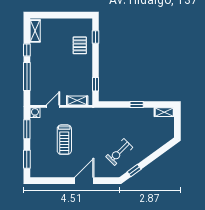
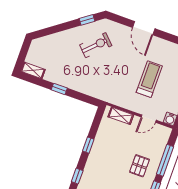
pallet: (80, 45) -> (139, 166), moved
window: (96, 84) -> (88, 145), moved
door: (84, 181) -> (144, 28), hinge flipped

